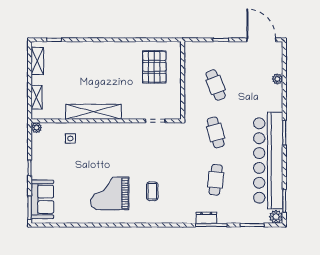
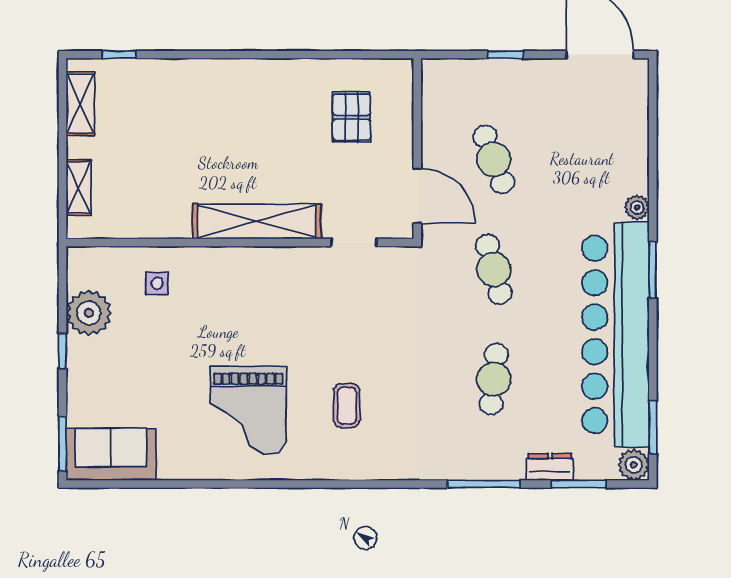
pallet: (154, 67) -> (352, 117), width x0.67, depth x0.71
plant: (277, 79) -> (637, 207), moved
door: (183, 101) -> (417, 196), added
shelving: (93, 112) -> (257, 221), moved
plant: (36, 128) -> (89, 313), moved, width x1.87, depth x1.87
grand piano: (110, 193) -> (248, 411), turned -90
sofa: (42, 199) -> (111, 454), moved, turned -90
dresser: (206, 218) -> (550, 467), moved

